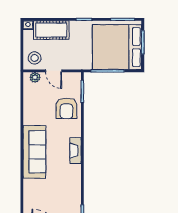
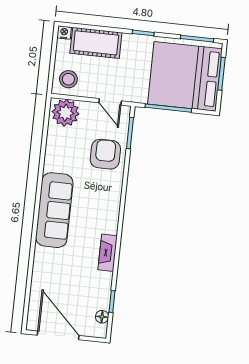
door: (54, 71) -> (110, 102), moved
plant: (35, 77) -> (65, 113), width x1.87, depth x1.87
armchair: (66, 108) -> (105, 154), turned 180
fireplace: (76, 151) -> (108, 253), moved

